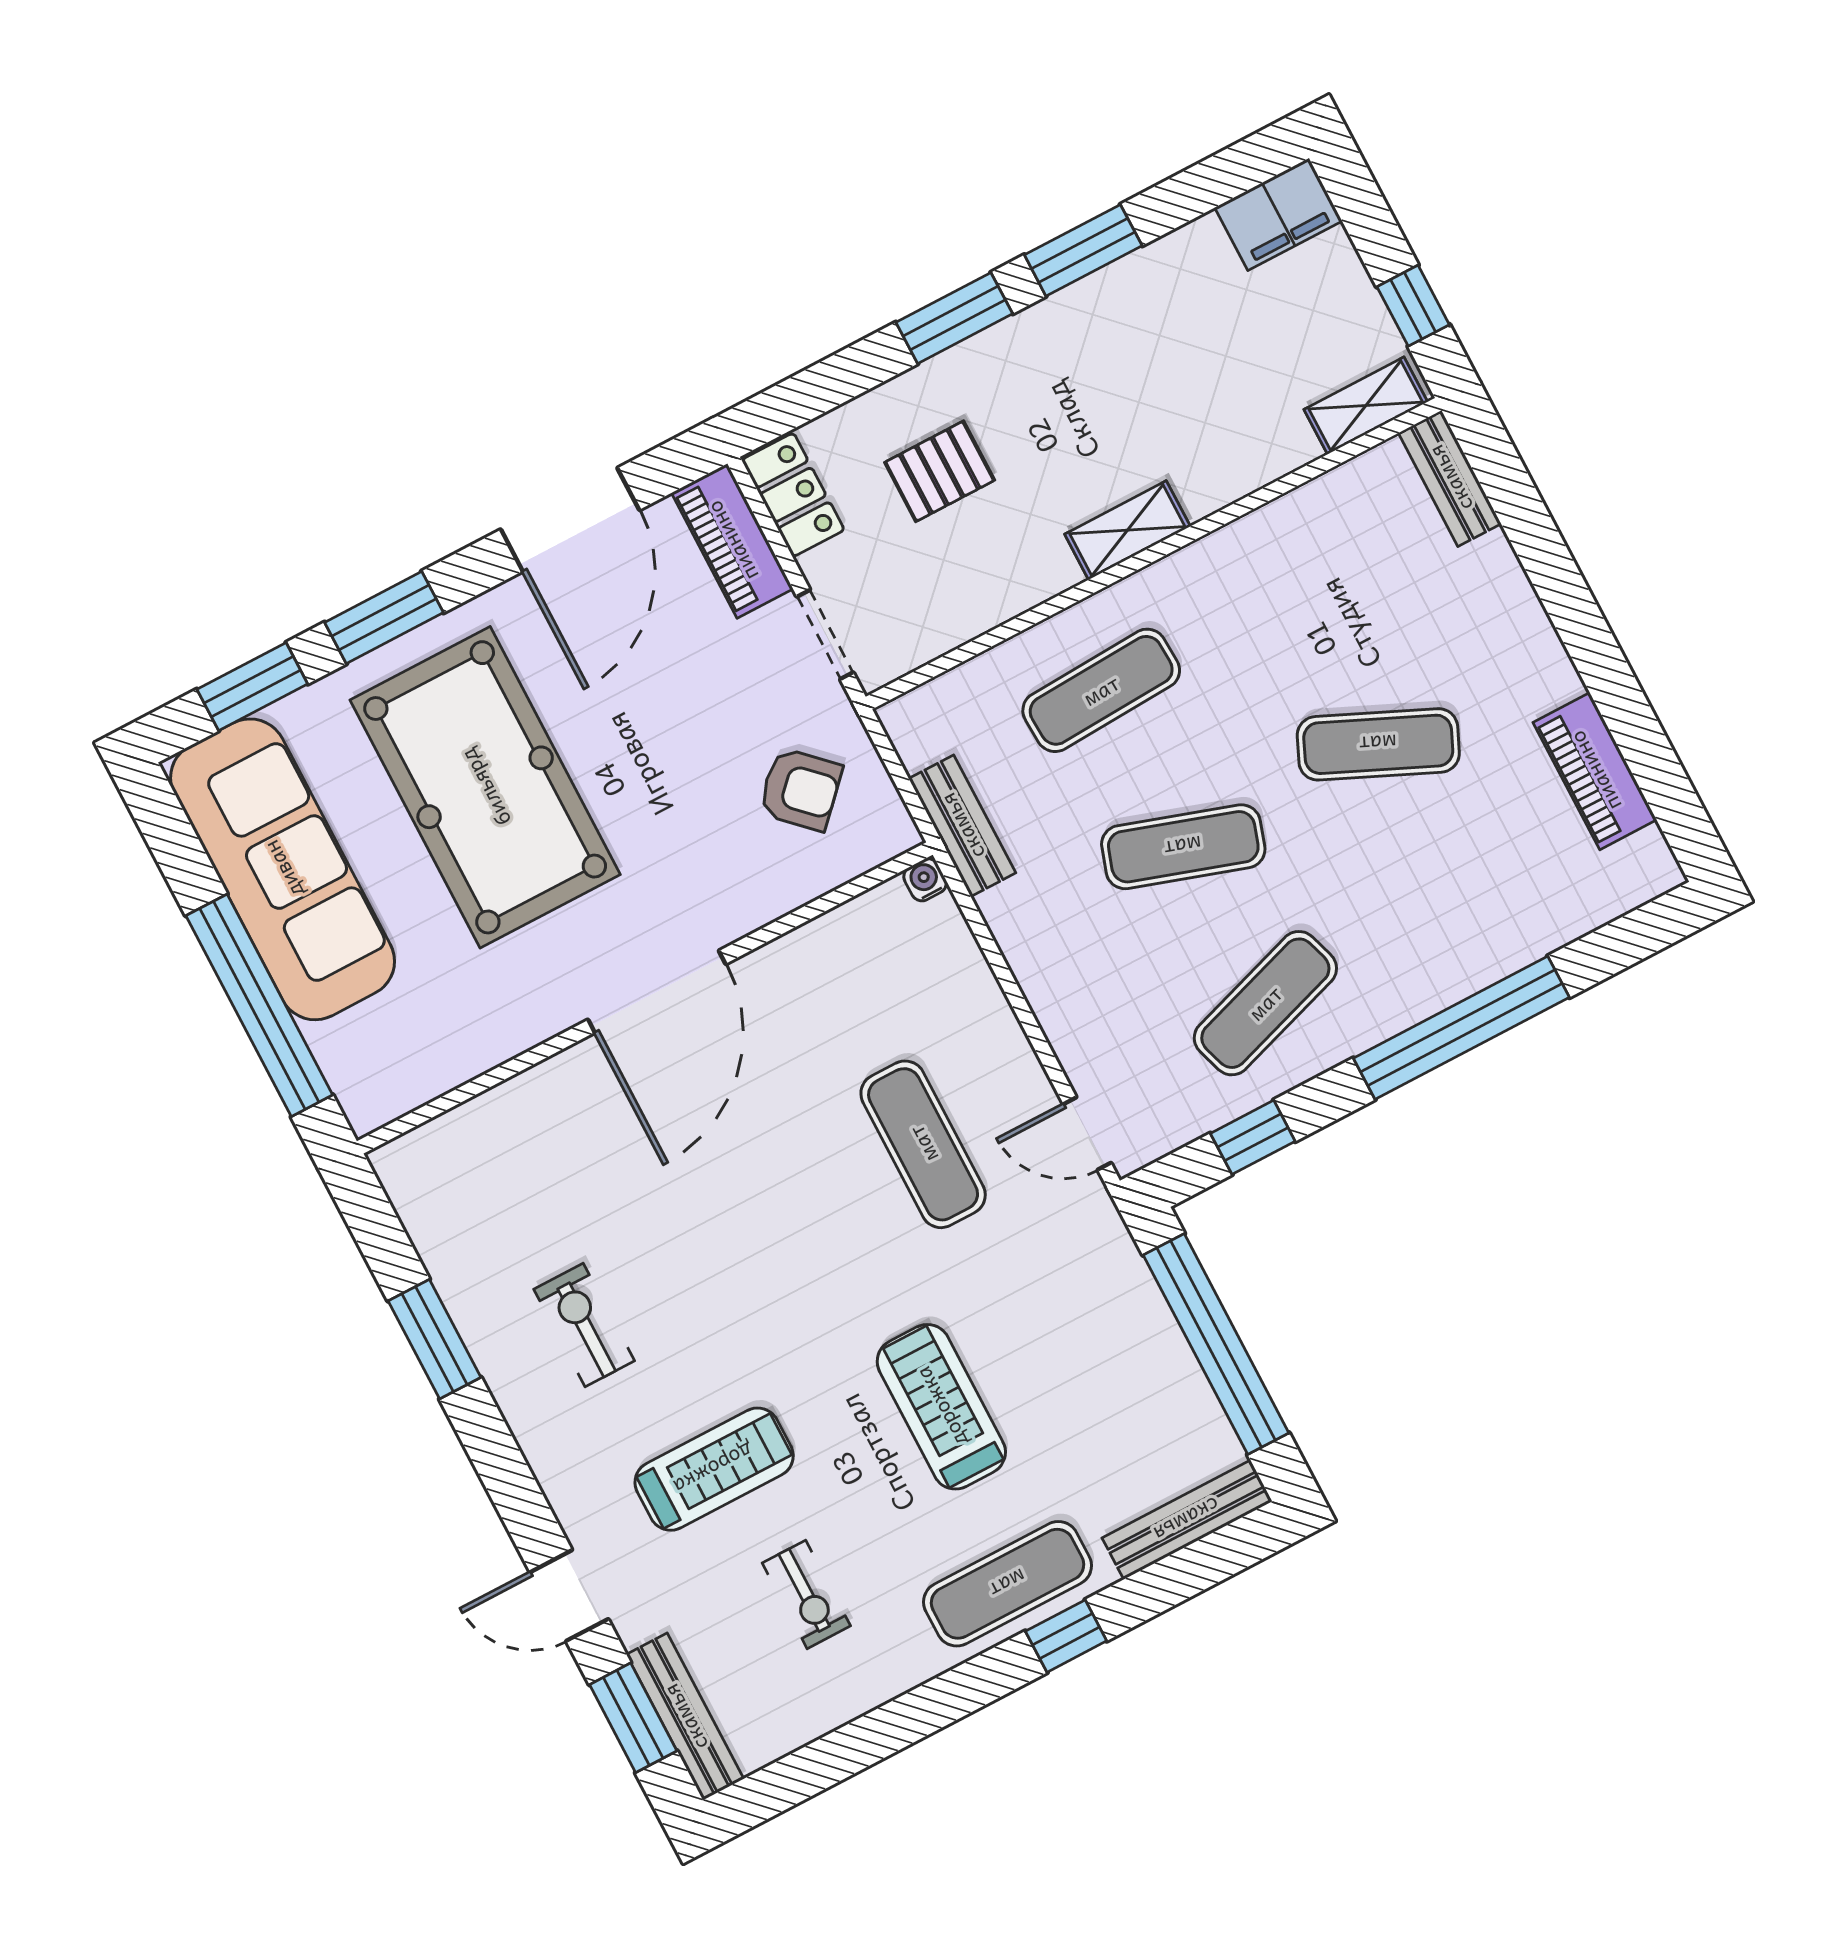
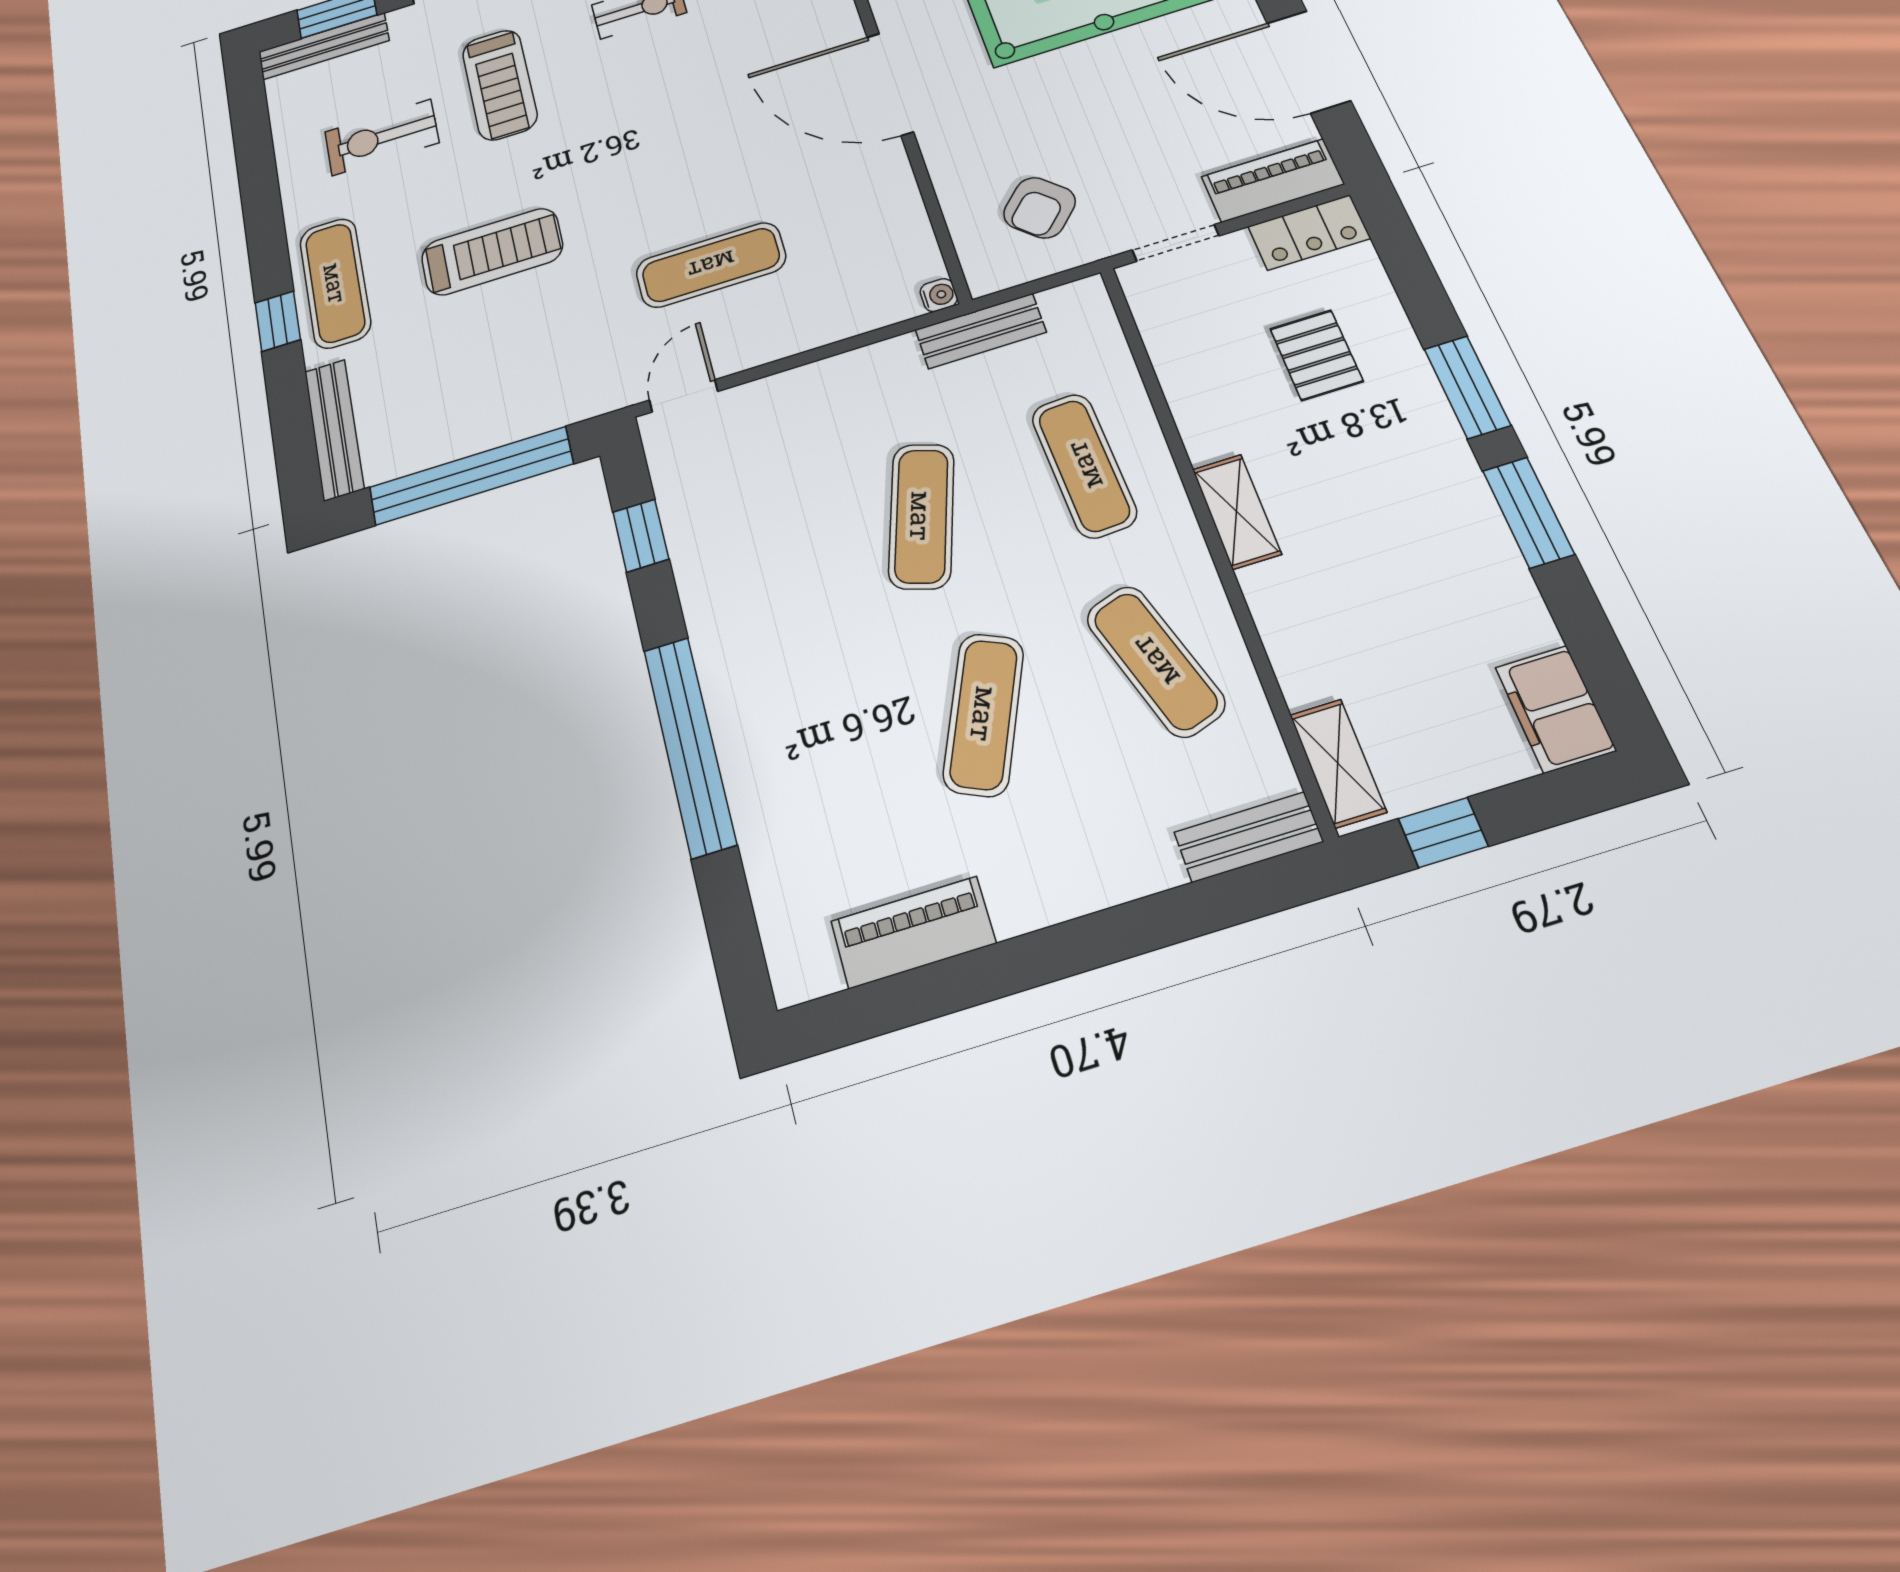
exercise mat: (1265, 1003) -> (1155, 661), moved
exercise bike: (806, 1594) -> (382, 137), width x1.38, depth x1.39

